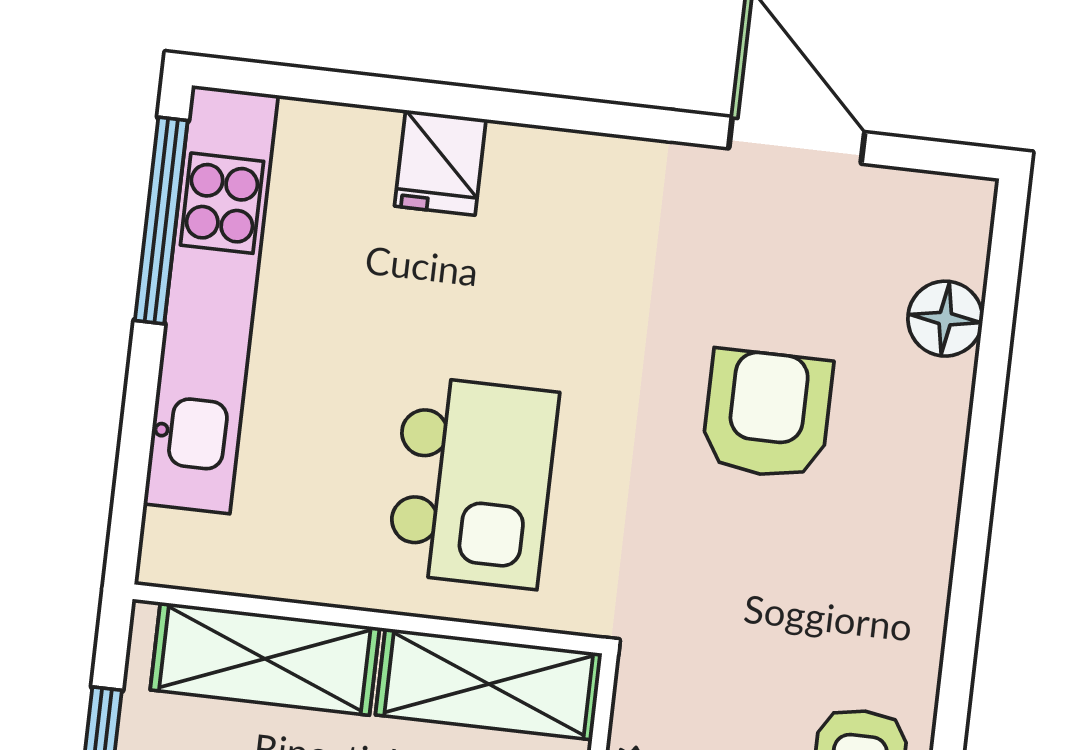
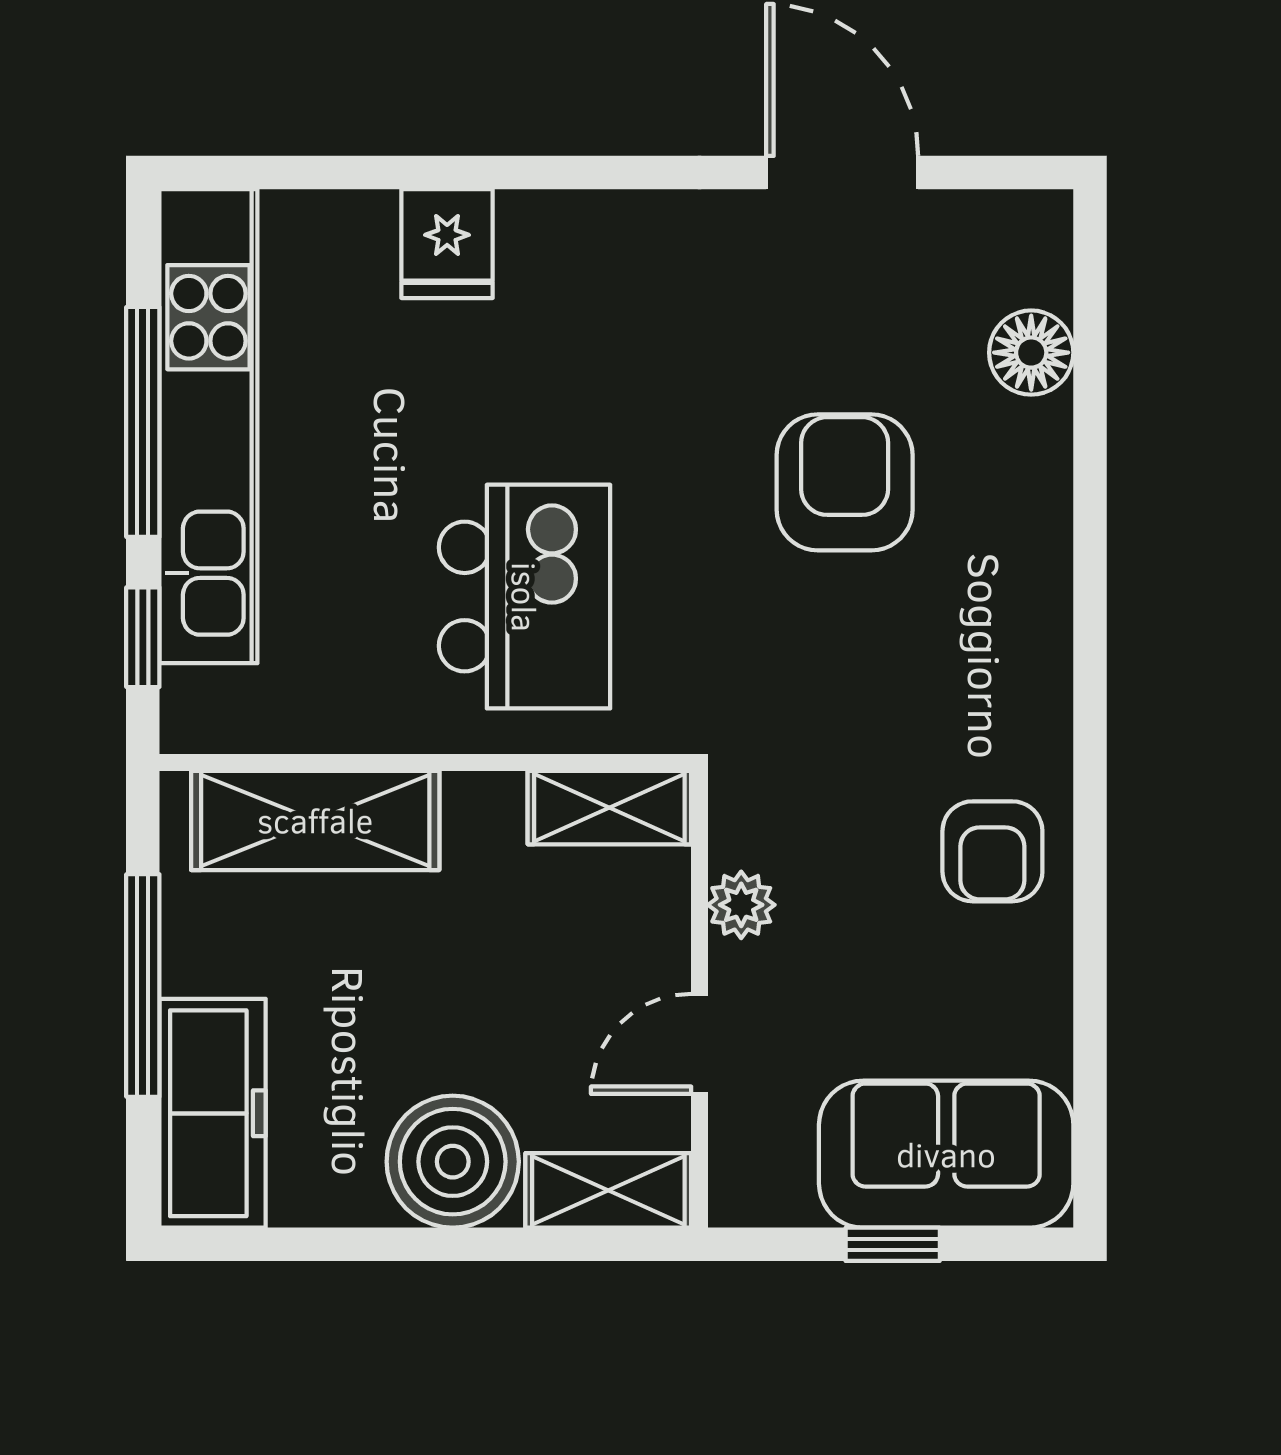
window: (161, 220) -> (143, 422), moved
window: (131, 479) -> (143, 637), added
shelving: (489, 684) -> (609, 808), width x0.67, depth x0.75

